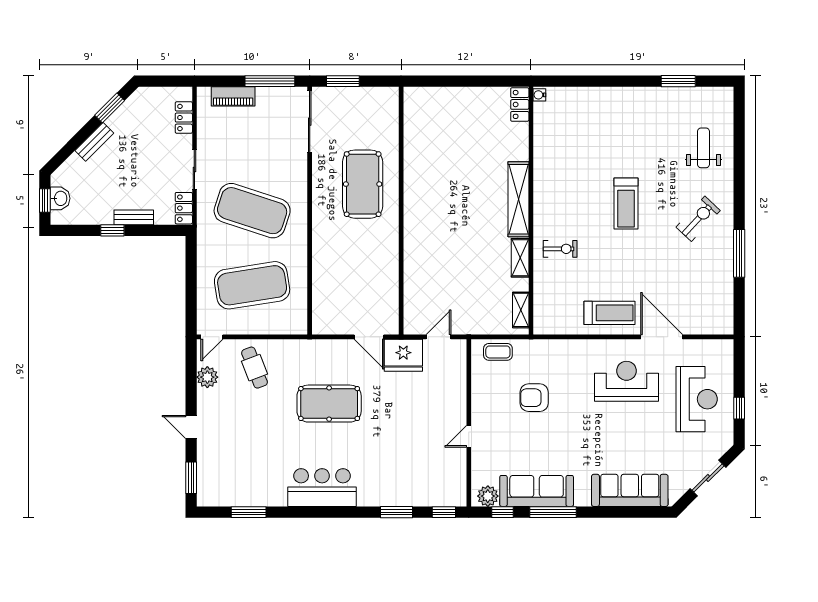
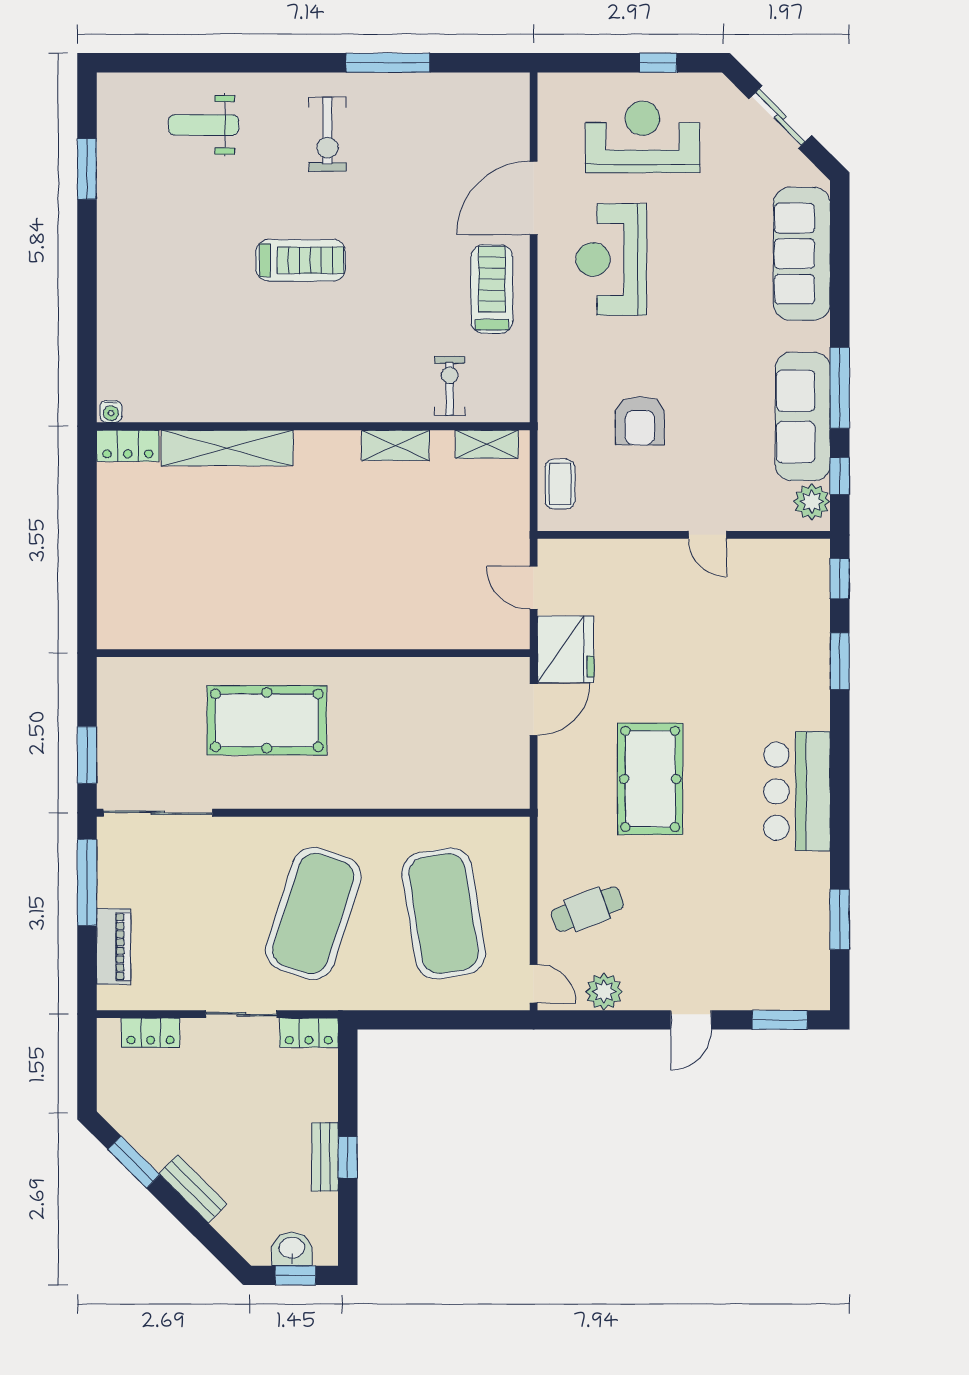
shelving: (519, 199) -> (227, 448), moved
bench: (134, 217) -> (325, 1157), moved
exercise bike: (698, 219) -> (327, 134), turned -133
exercise bike: (560, 249) -> (450, 386), moved

